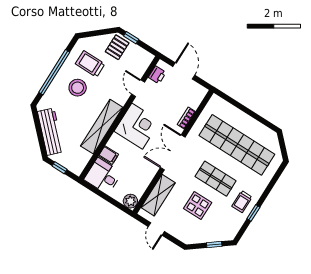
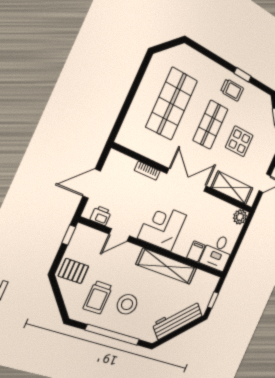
window: (131, 38) -> (69, 235), moved
shop shelf: (237, 145) -> (172, 104), width x0.71
double door: (173, 152) -> (187, 180), swing flipped

